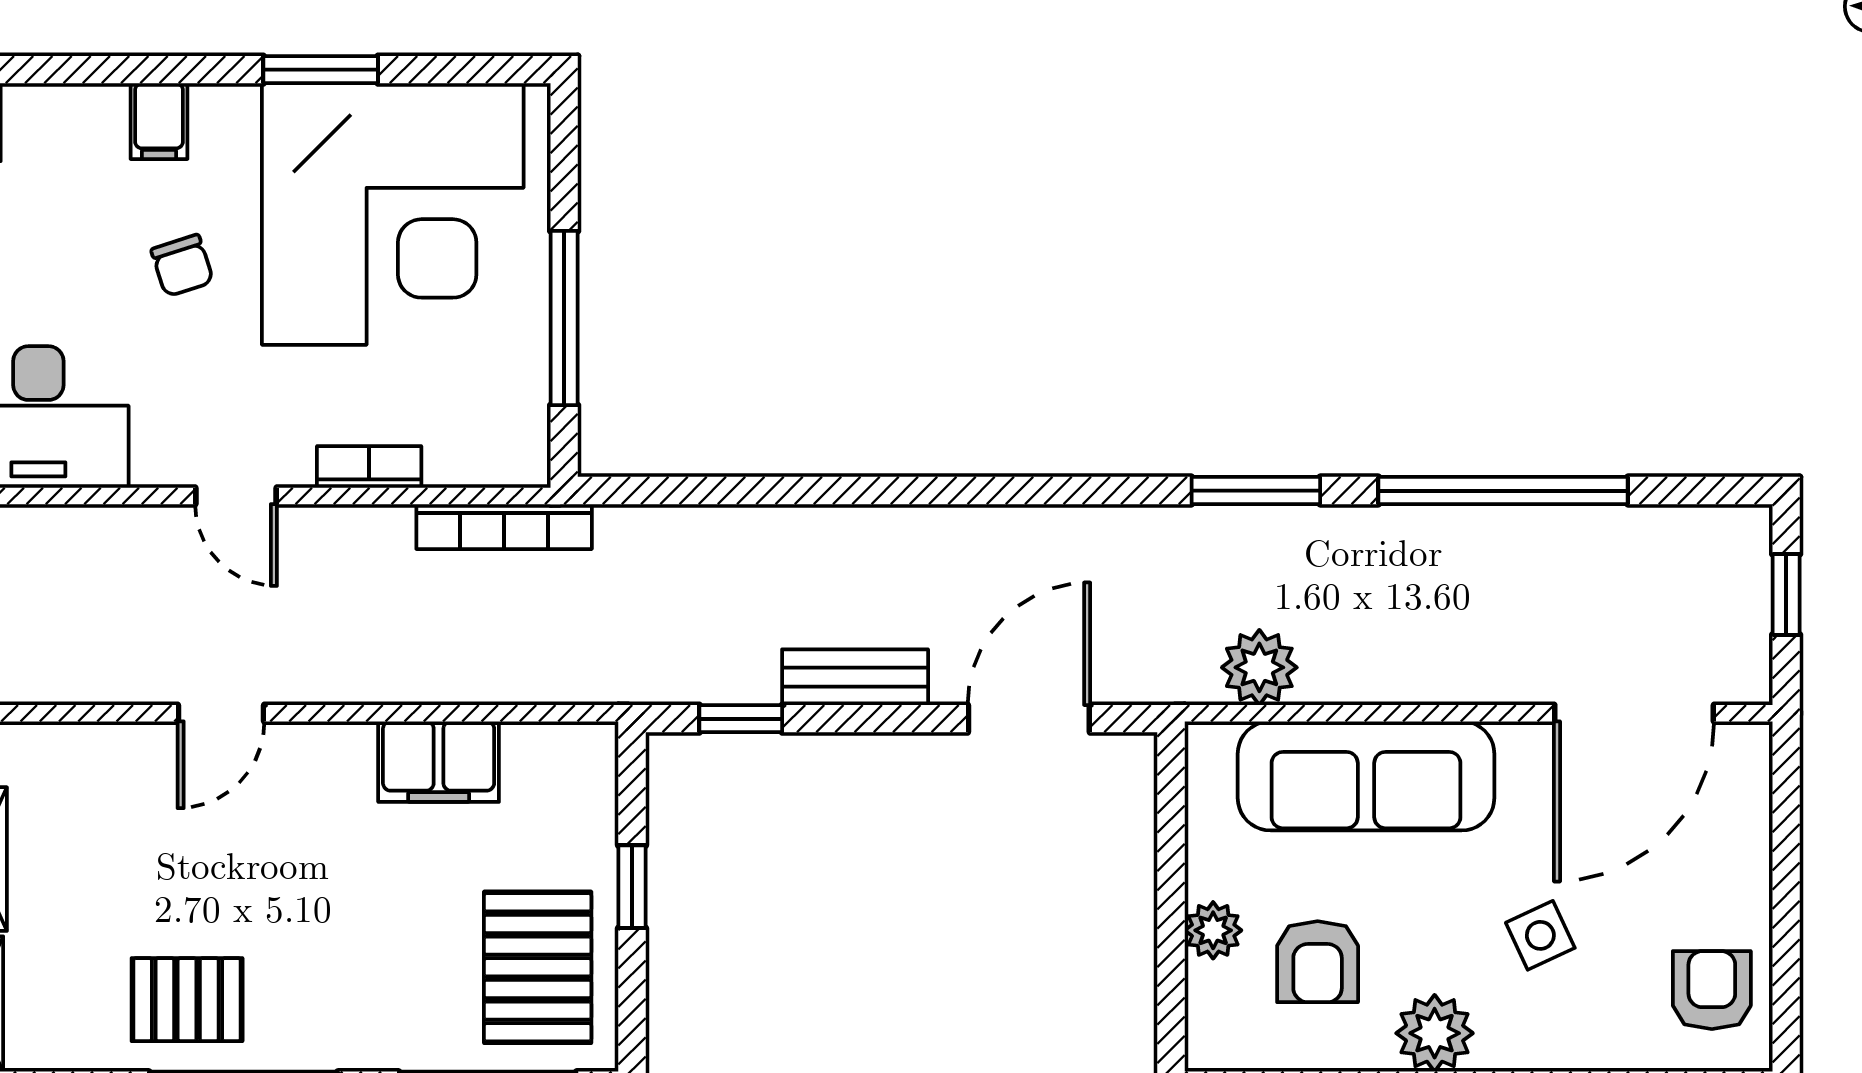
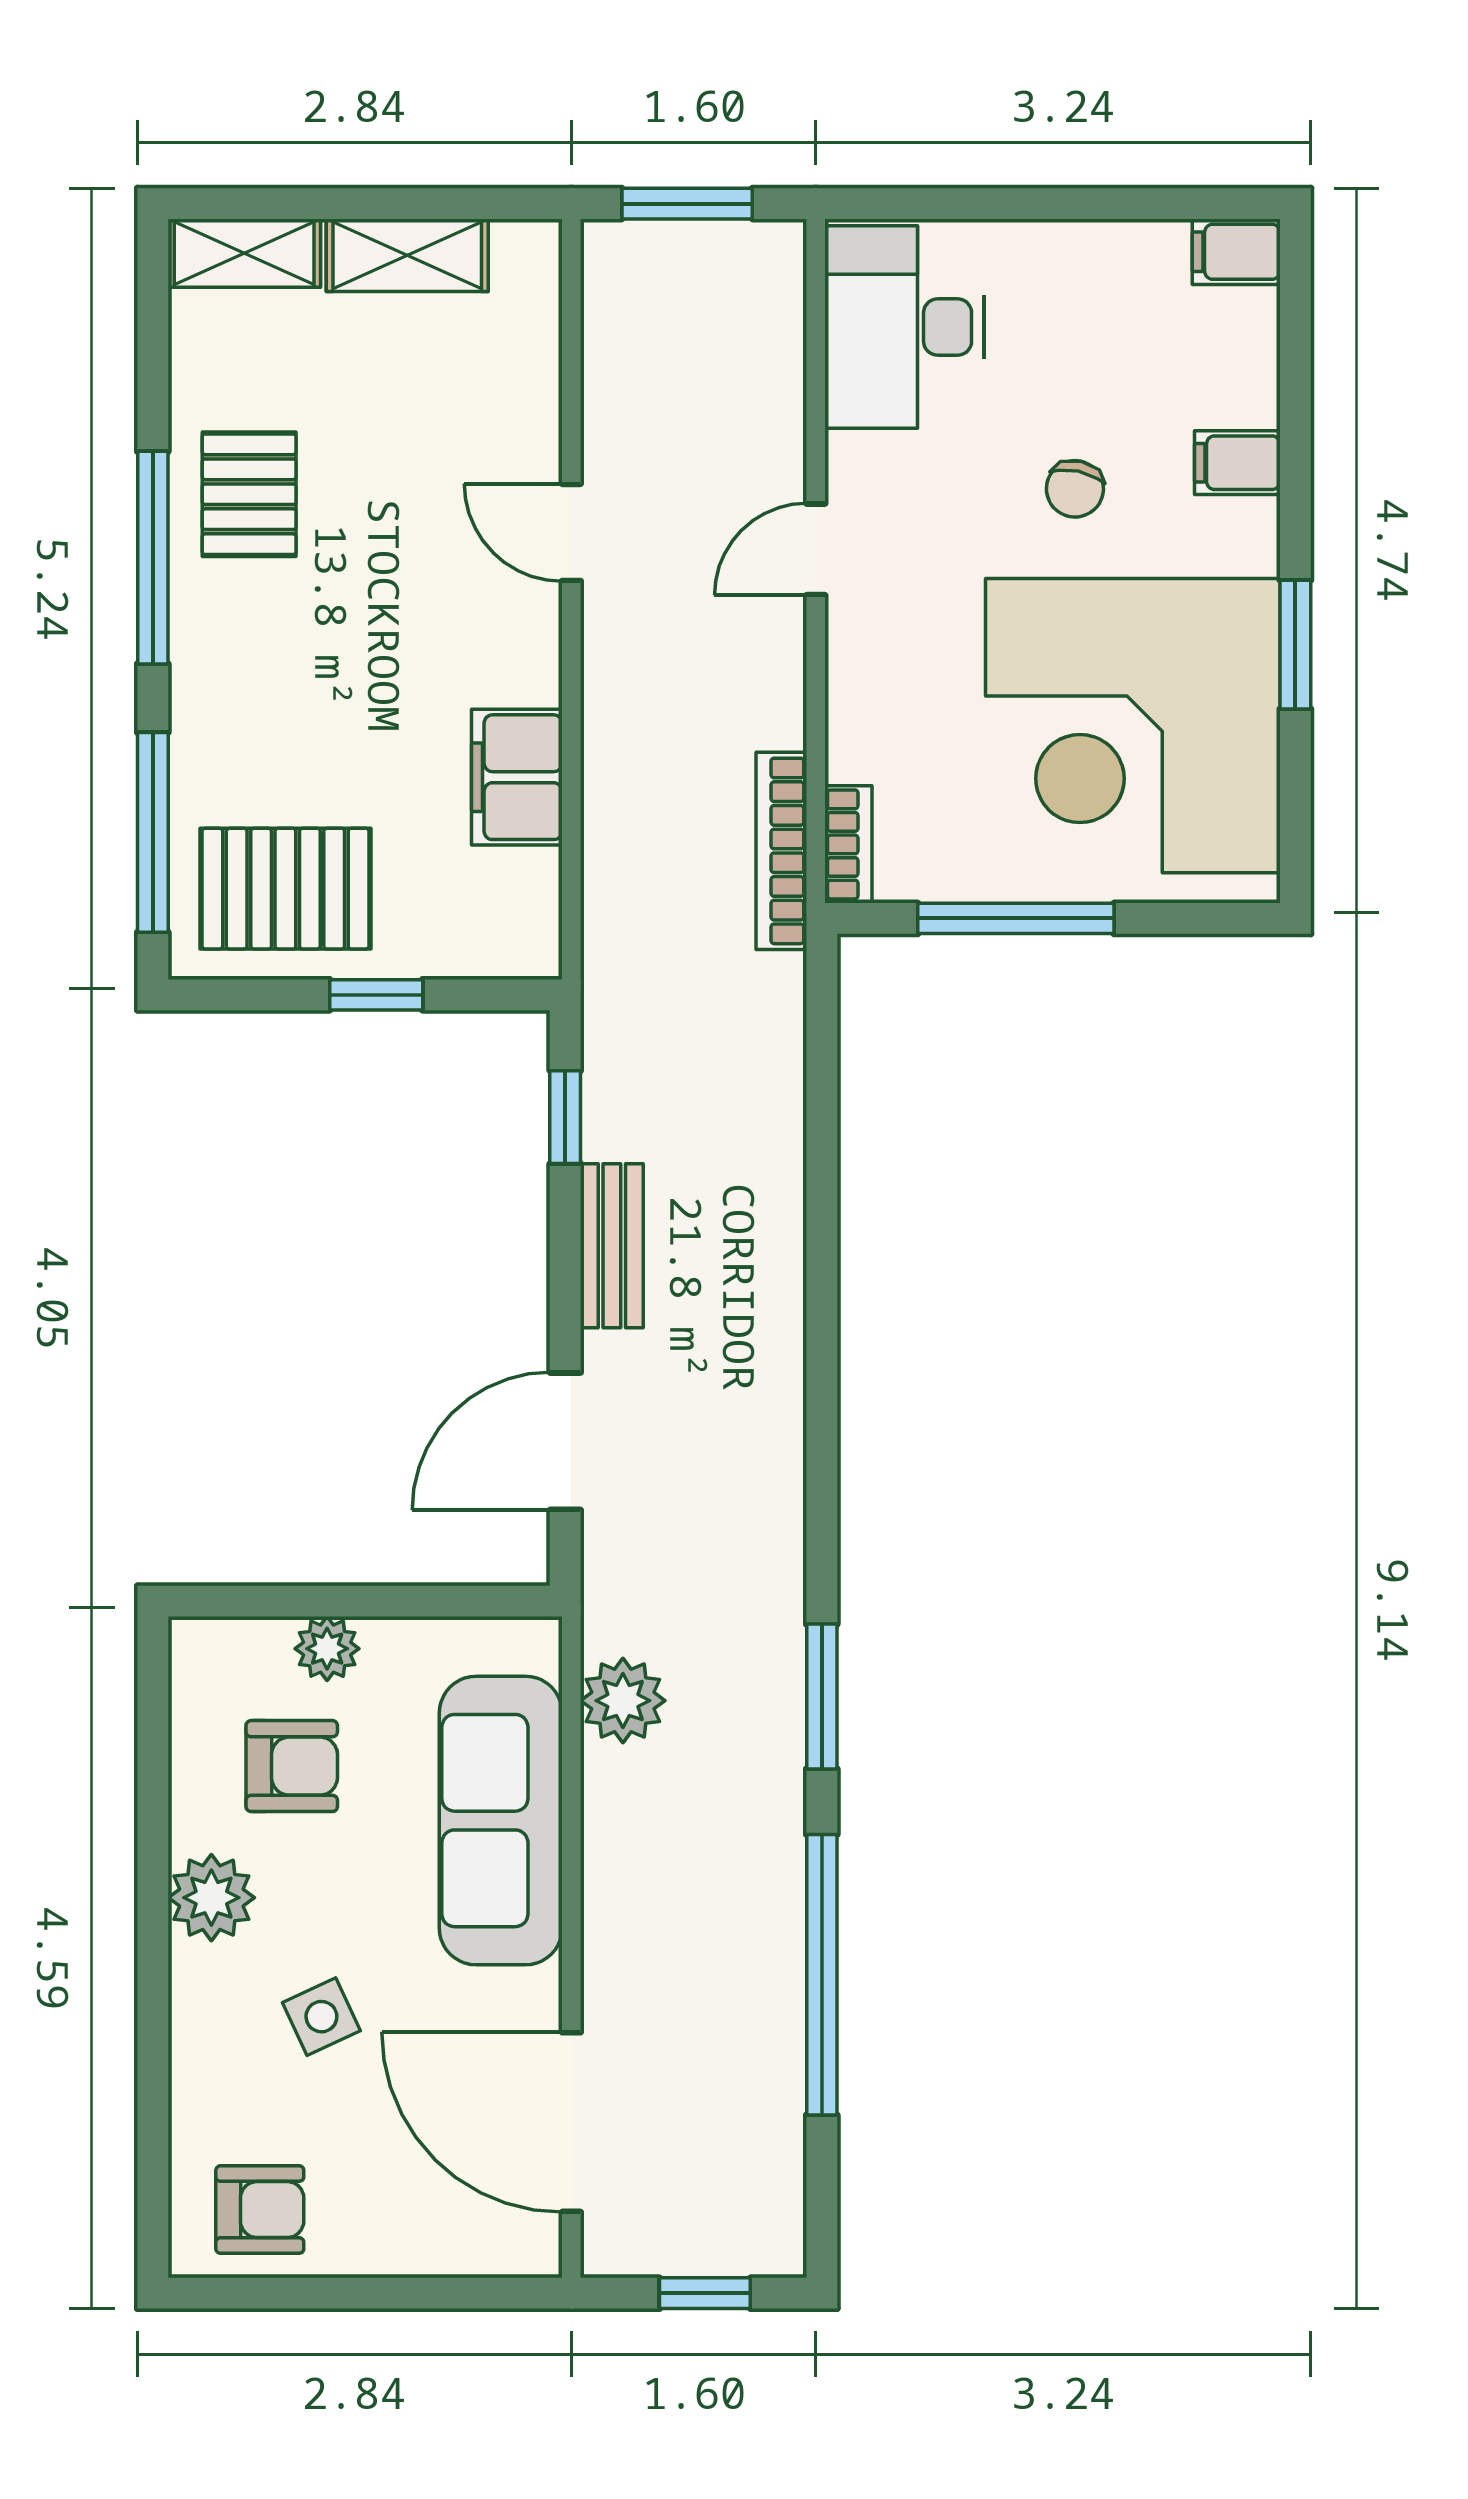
chair: (182, 266) -> (1075, 489), turned -60
bookcase: (369, 467) -> (848, 844), moved
door: (1029, 719) -> (565, 1441), swing flipped
armchair: (1318, 962) -> (292, 1766), turned 180

